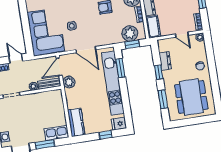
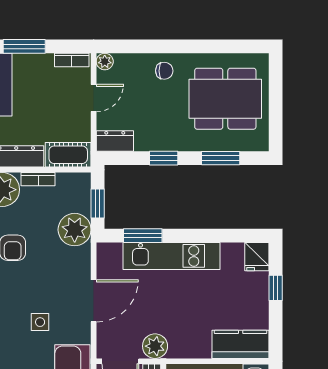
plant: (130, 34) -> (75, 230), moved
dresser: (165, 61) -> (115, 141), moved
kitchen unit: (113, 83) -> (171, 256), width x0.73

